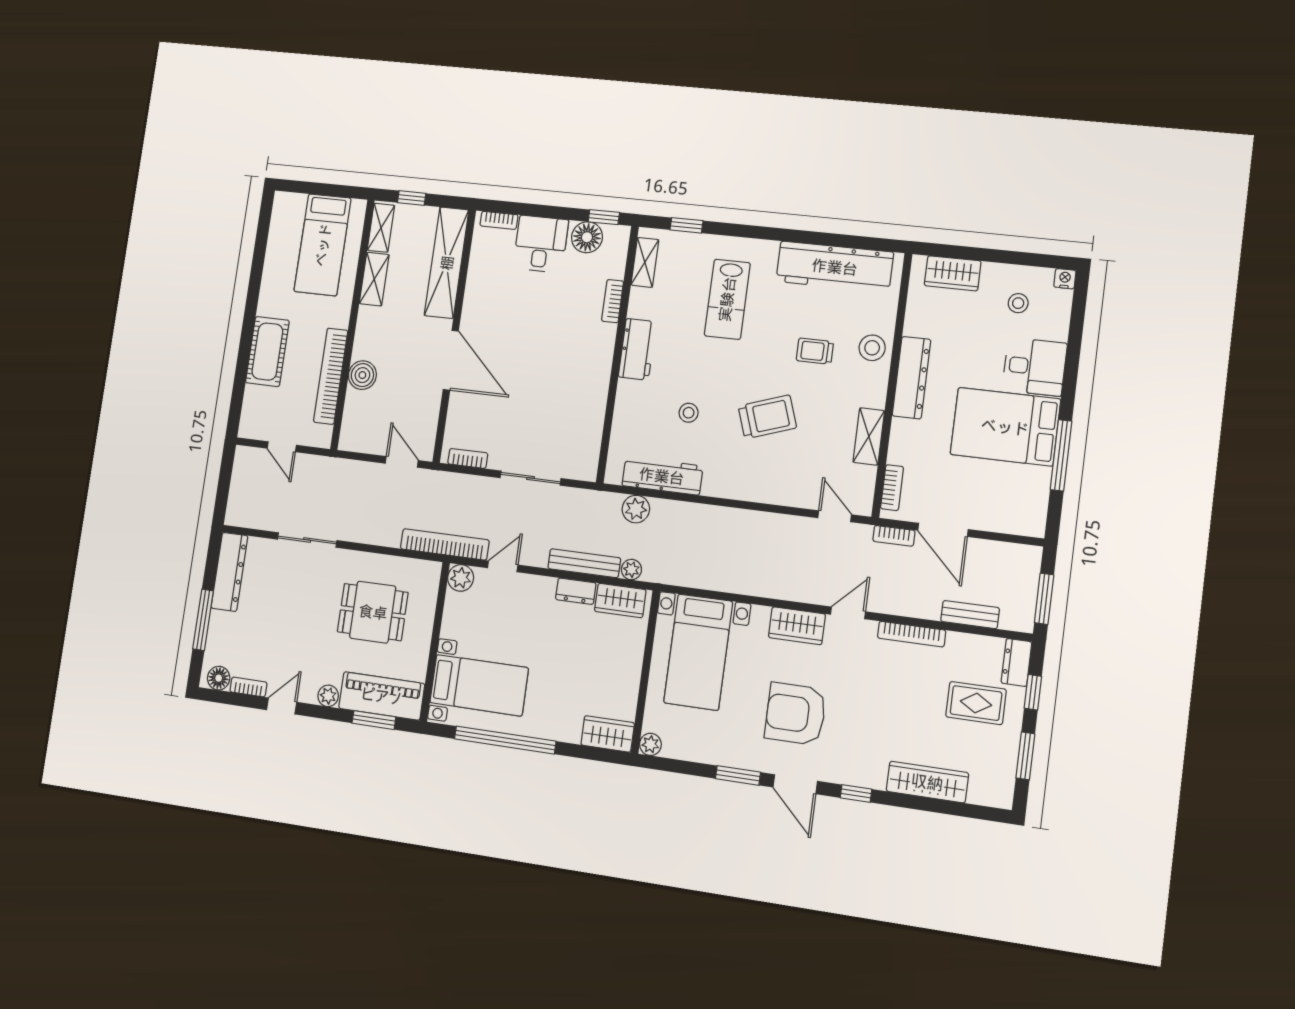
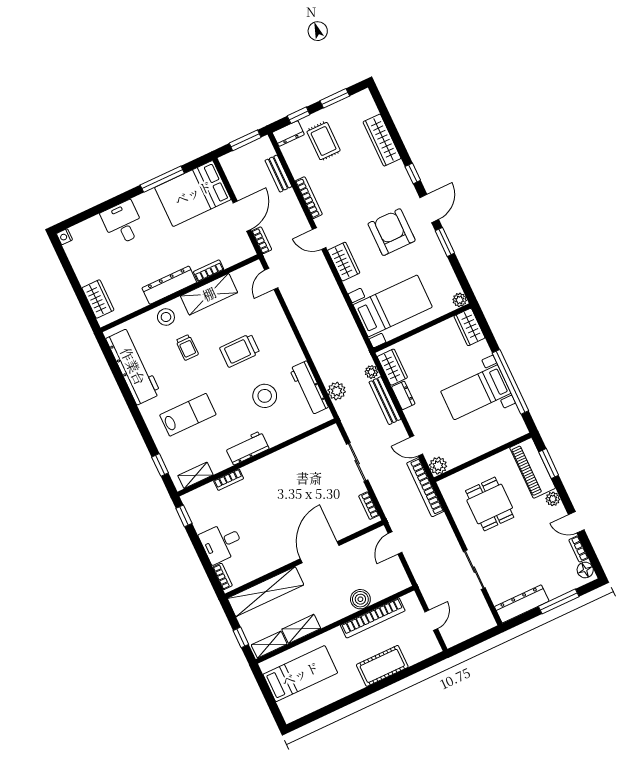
floor lamp: (587, 237) -> (201, 518), removed
stool: (1018, 303) -> (93, 253), removed
stool: (689, 413) -> (265, 396), width x1.89, depth x1.89
trolley: (767, 417) -> (240, 350), turned -71
bed: (1005, 427) -> (193, 193), moved, turned 90
shelving: (869, 436) -> (209, 294), width x1.50, depth x1.33
bookcase: (892, 488) -> (209, 271), moved
bed with nightstands: (479, 685) -> (476, 392), moved, turned -90
armchair: (796, 714) -> (392, 232), turned 180

